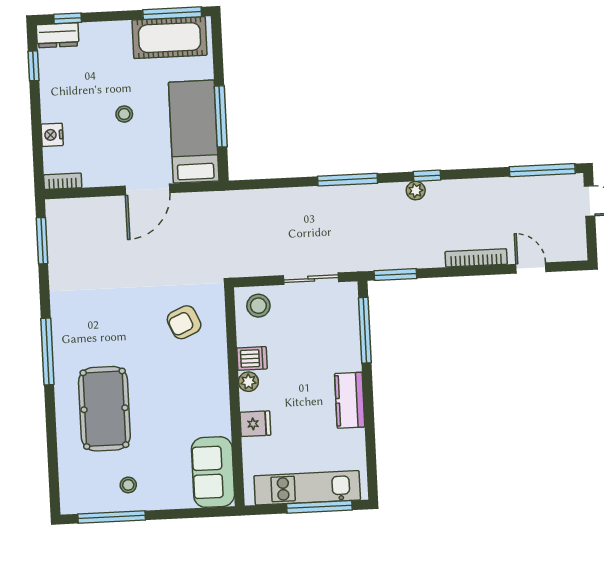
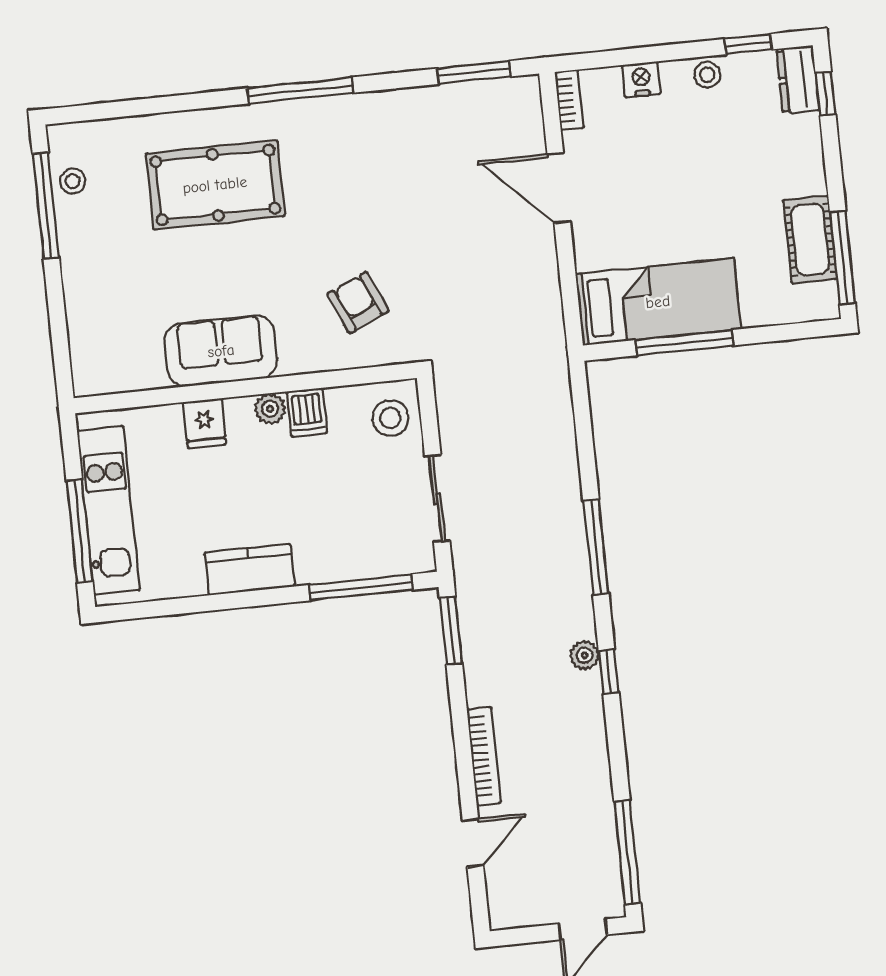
cot: (170, 38) -> (810, 239), width x0.73, depth x0.75
stool: (124, 114) -> (707, 75), moved
door: (147, 189) -> (559, 188), moved
sofa: (213, 472) -> (221, 351), moved
stool: (128, 485) -> (73, 181), moved

